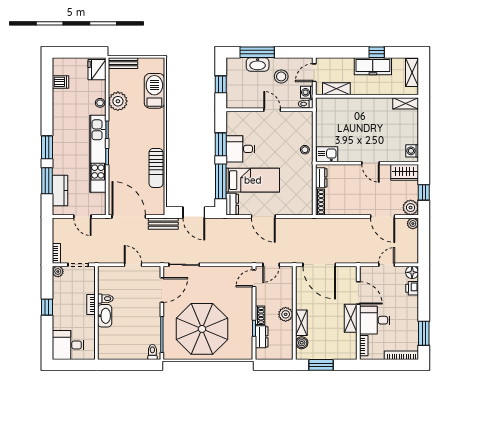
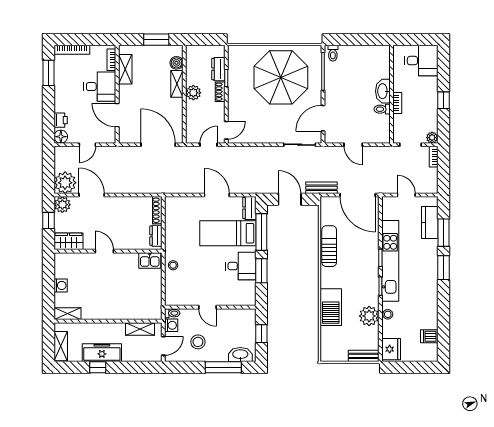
washbasin: (258, 64) -> (240, 355), moved
barbecue: (154, 91) -> (331, 307), moved
washing machine: (412, 151) -> (61, 285), moved
plant: (413, 224) -> (65, 183), width x1.88, depth x1.88
shelving: (351, 318) -> (125, 69), moved

